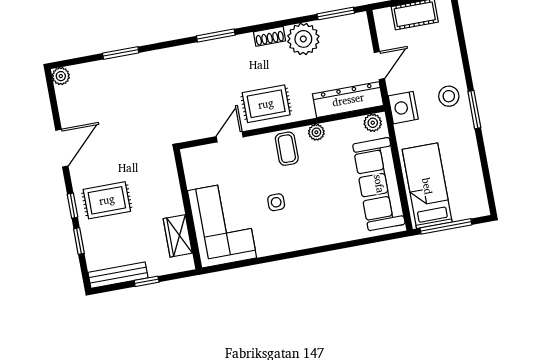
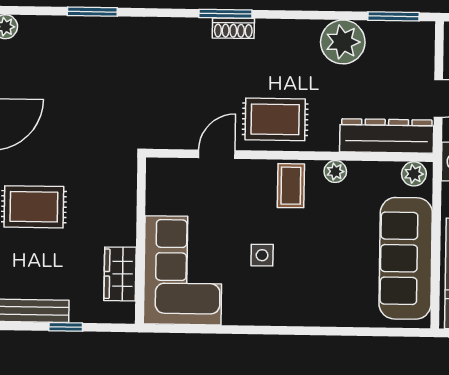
shoe rack: (269, 36) -> (233, 28), moved

